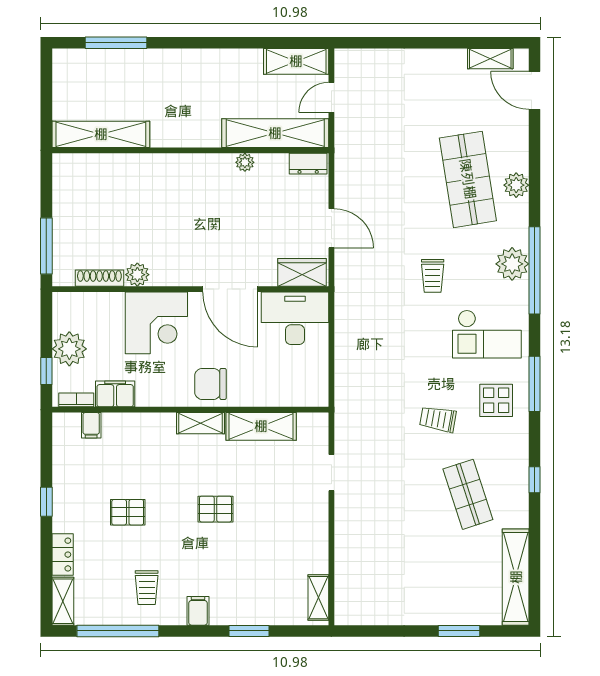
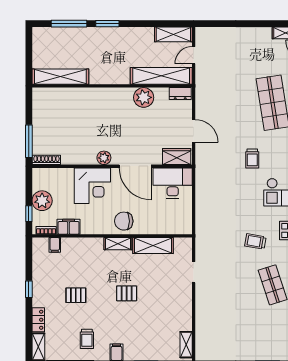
window: (182, 43) -> (107, 24), added
plant: (245, 162) -> (144, 97), width x1.88, depth x1.88
plant: (137, 275) -> (104, 158), moved
shoe rack: (99, 278) -> (46, 160), moved

